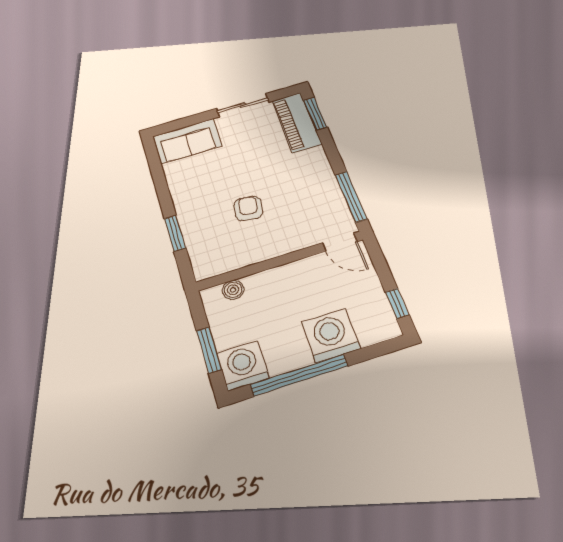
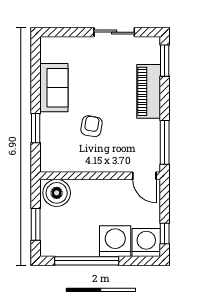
piano: (297, 122) -> (149, 91), moved
sofa: (187, 141) -> (54, 88), moved, turned -90
boiler: (233, 290) -> (57, 193), width x1.86, depth x1.86
washing machine: (243, 366) -> (146, 242), moved

